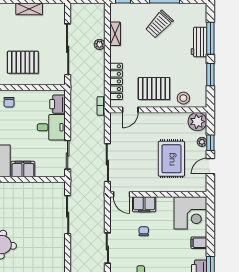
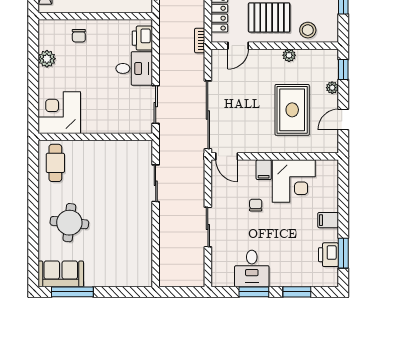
plant: (197, 122) -> (289, 55), moved, width x0.53, depth x0.53
window: (210, 143) -> (343, 69), moved
sliding door: (107, 163) -> (208, 115), width x1.36
filing cabinet: (23, 169) -> (97, 123), removed
filing cabinet: (144, 204) -> (264, 170), width x0.50
corner desk: (190, 213) -> (294, 181), moved
sliding door: (68, 215) -> (156, 183), width x0.73

